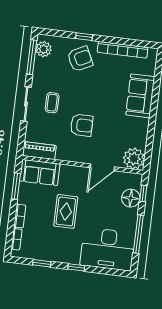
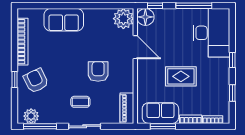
sofa: (40, 172) -> (160, 113), moved, turned -90
floor lamp: (131, 198) -> (145, 17), moved

